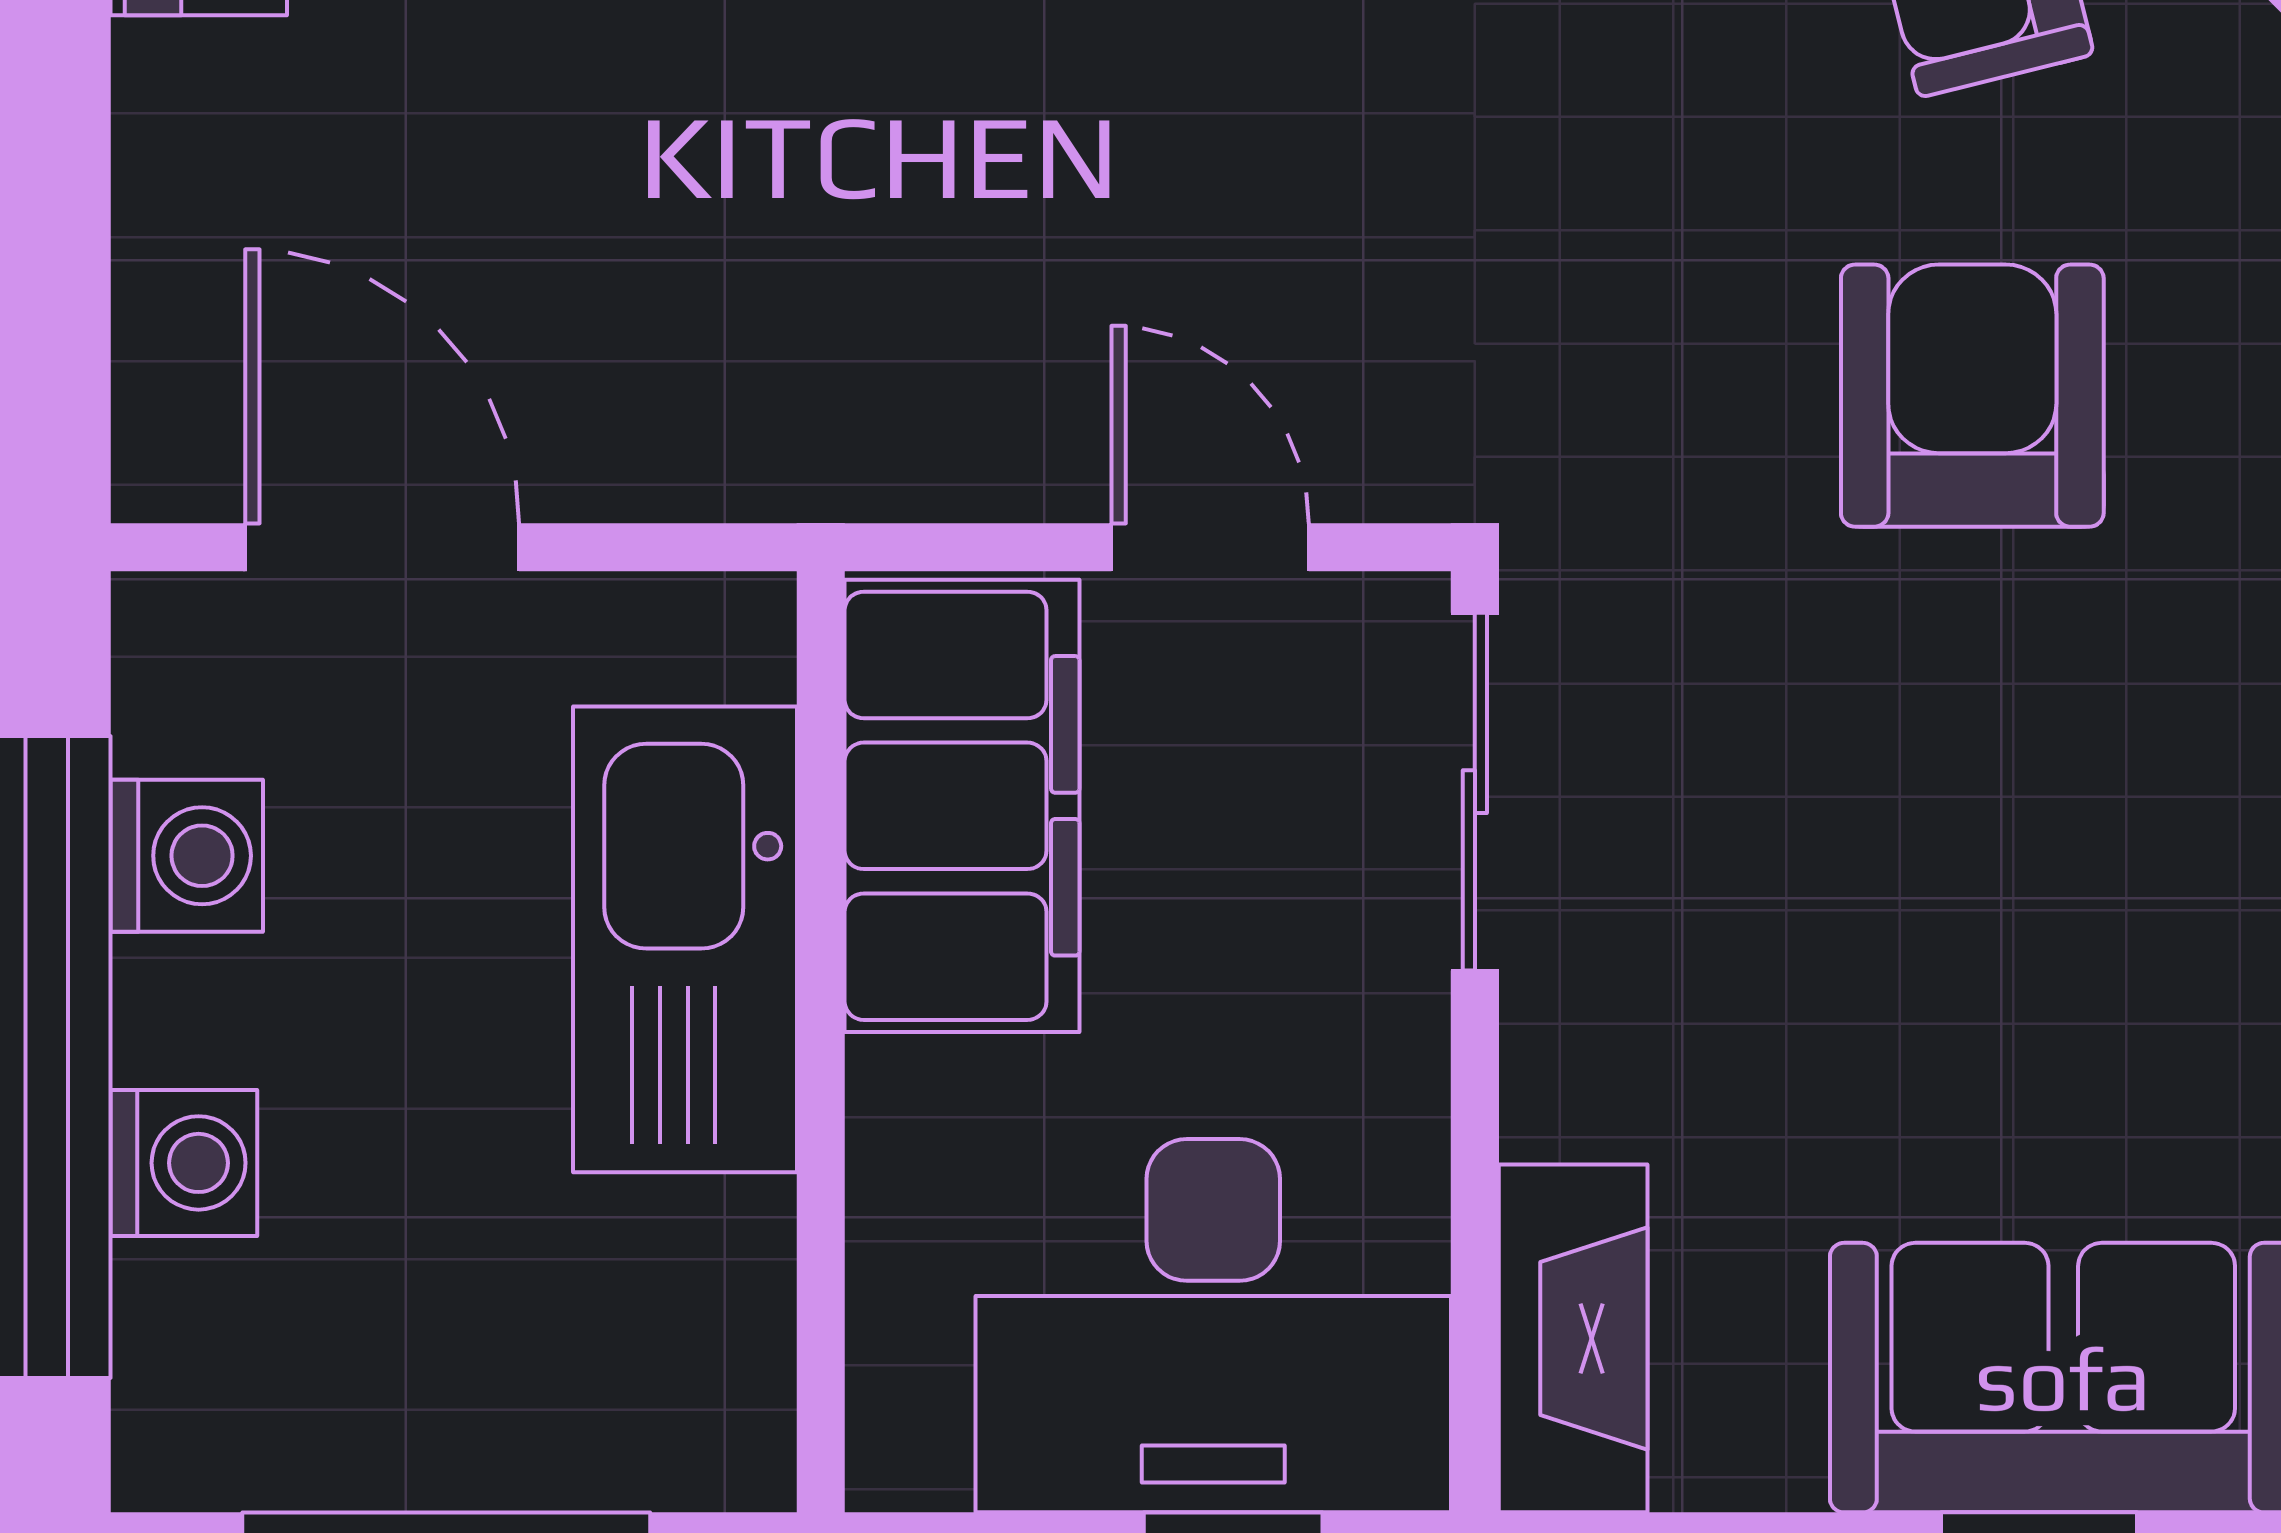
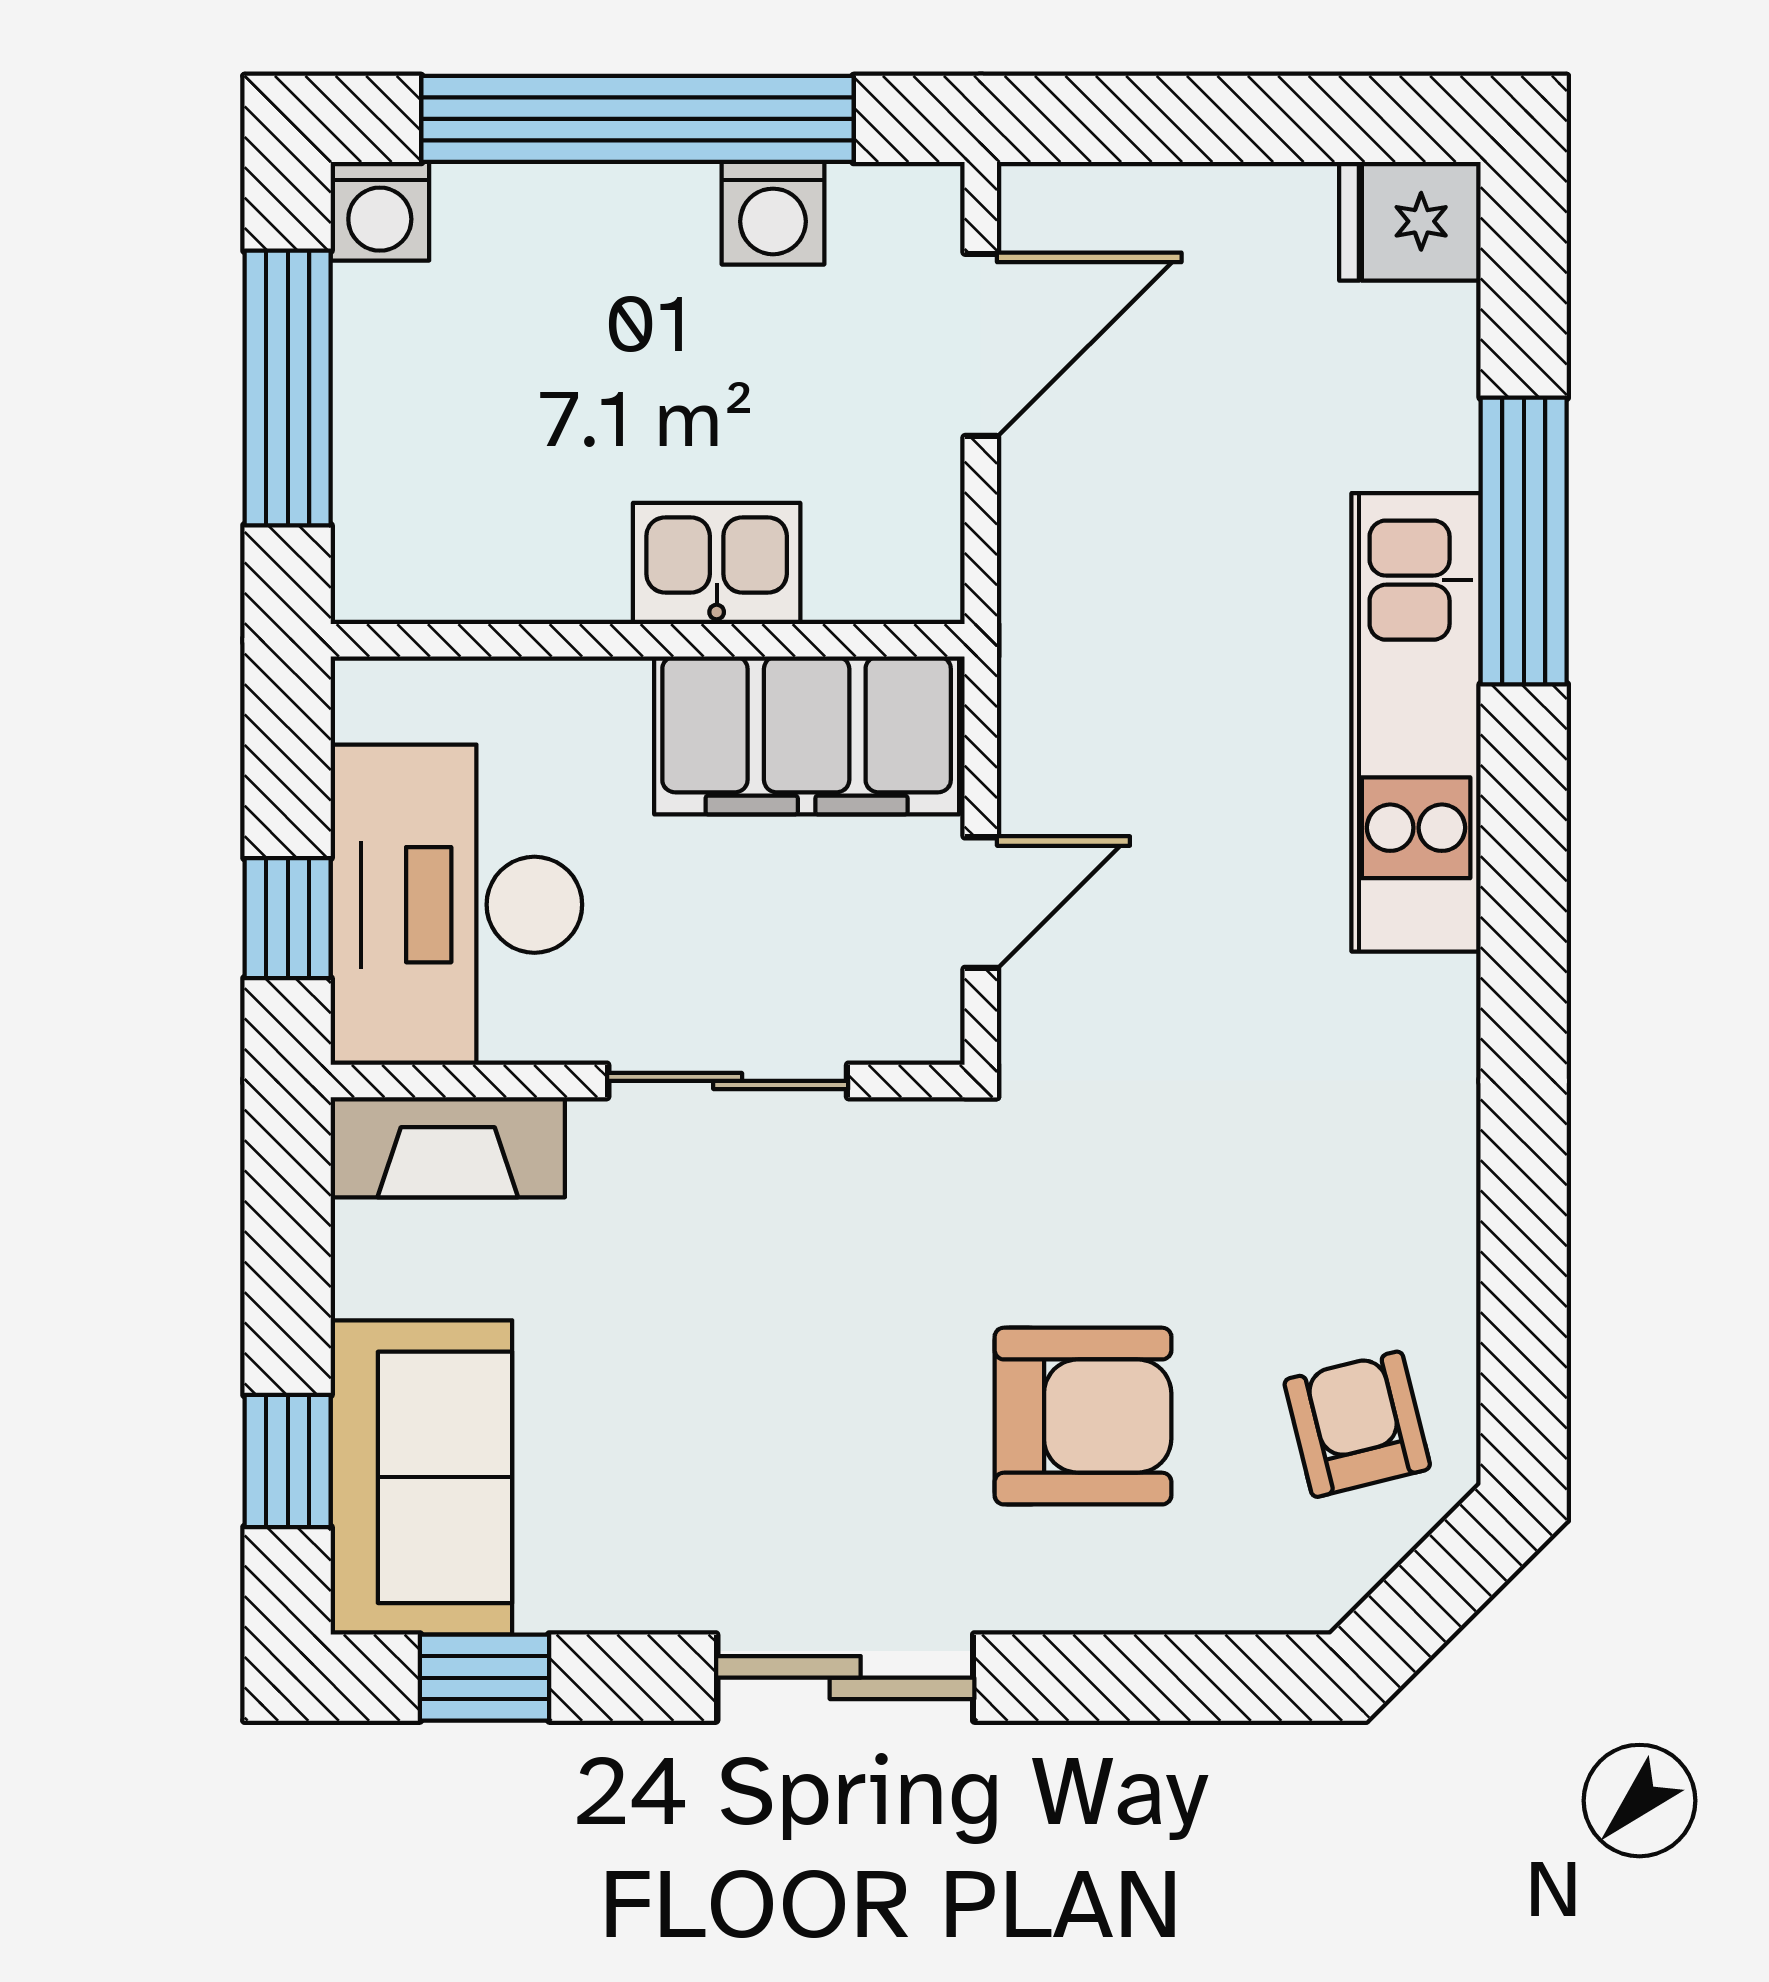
sliding door: (1475, 792) -> (728, 1081), moved
kitchen sink: (685, 939) -> (717, 563), width x0.53, depth x0.81
washing machine: (184, 1163) -> (380, 211), moved

